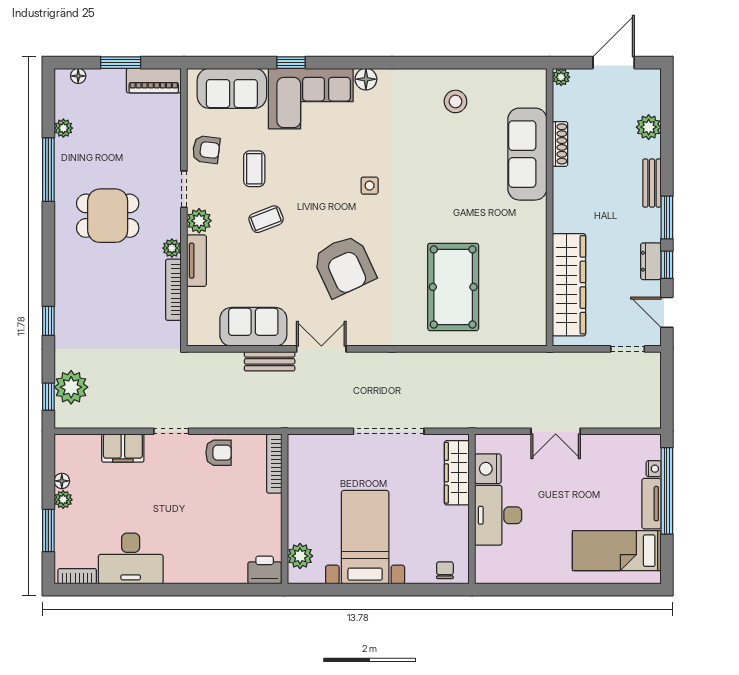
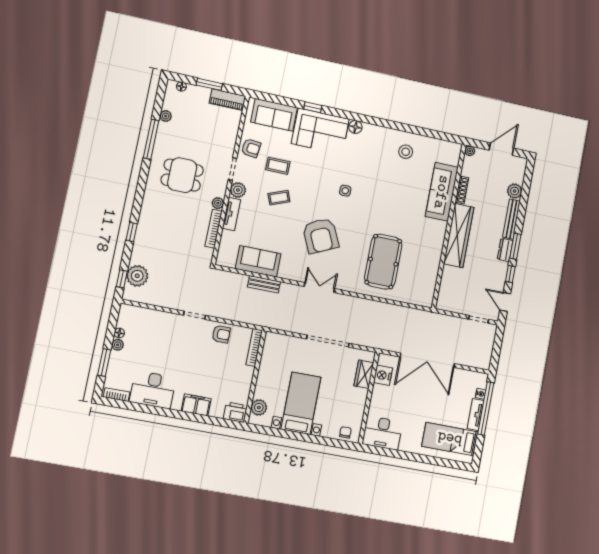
coffee table: (254, 169) -> (278, 166), turned 90
bench: (652, 183) -> (511, 219), width x1.36
dresser: (651, 261) -> (505, 250), moved
wardrobe: (569, 285) -> (459, 235), moved
double door: (321, 349) -> (319, 288), moved
double door: (556, 431) -> (427, 360), width x1.87
filing cabinet: (123, 448) -> (196, 405), moved, turned 180
wardrobe: (457, 473) -> (364, 374), width x0.67
desk: (498, 515) -> (382, 433), moved, turned -90

